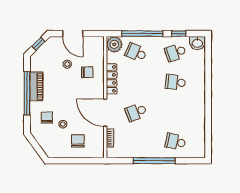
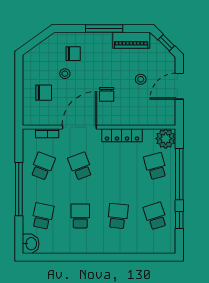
washbasin: (197, 43) -> (31, 244), moved, turned 180
school desk: (136, 52) -> (155, 166), turned -39
chair: (87, 72) -> (107, 94), moved
piano: (36, 86) -> (131, 40), moved
window: (27, 93) -> (104, 28), width x0.68
school desk: (176, 112) -> (80, 216), added
school desk: (136, 142) -> (43, 166), added

